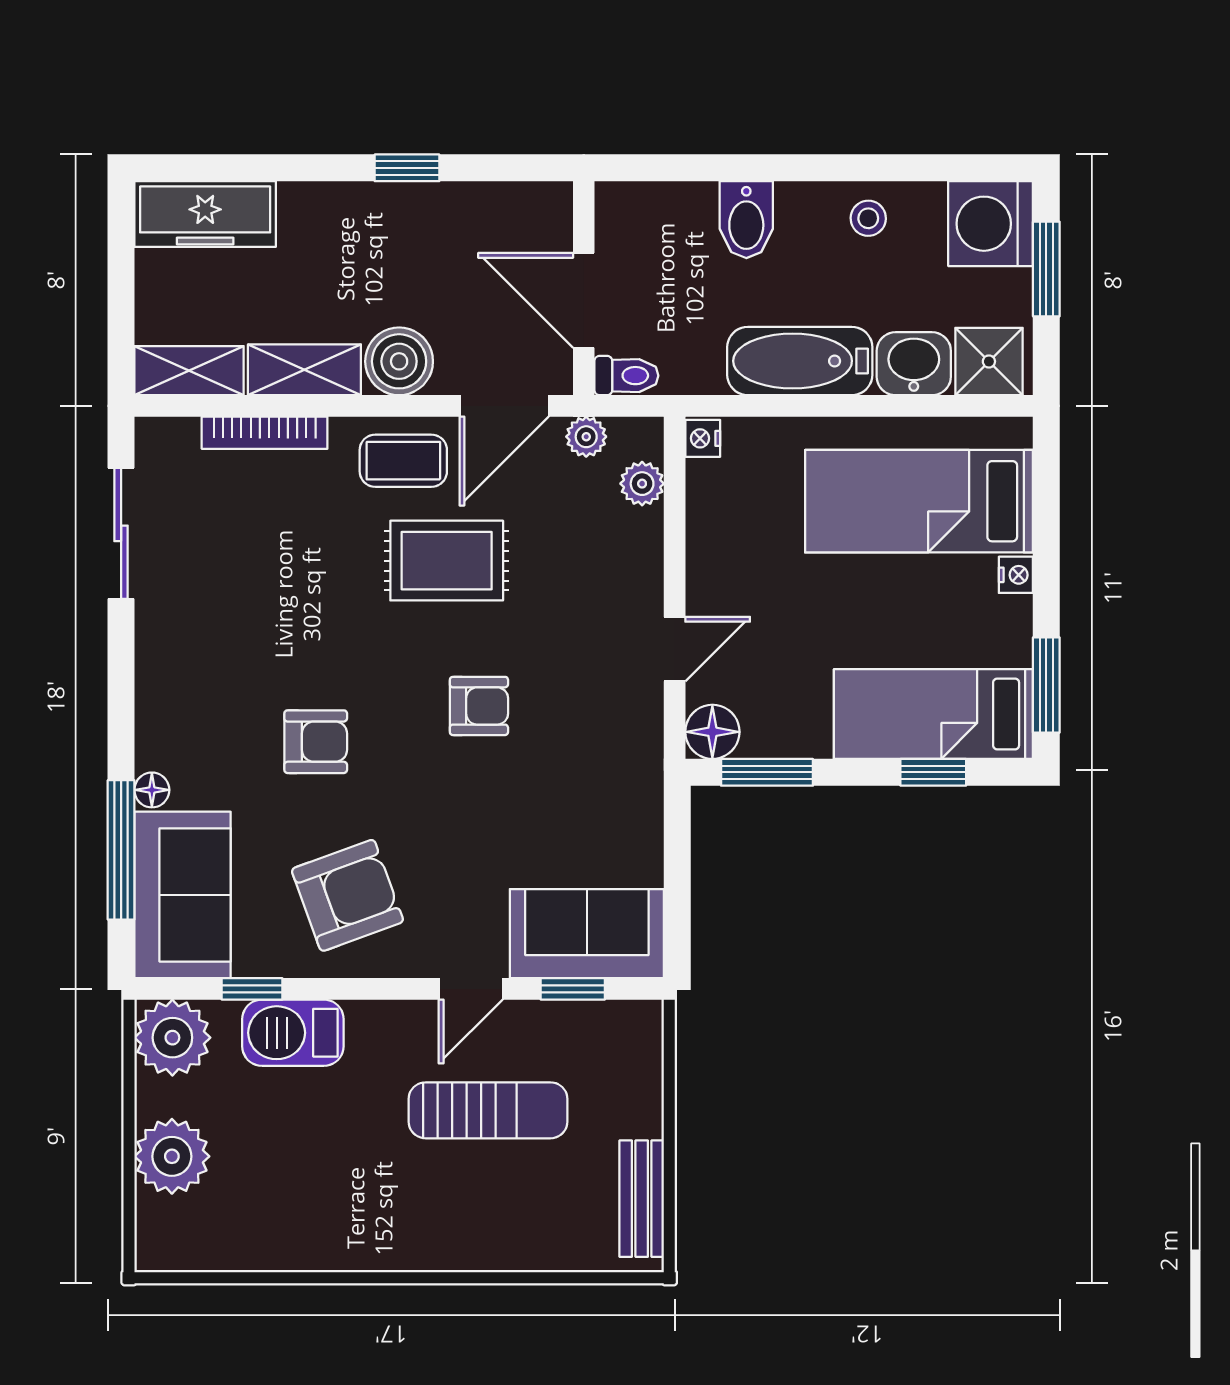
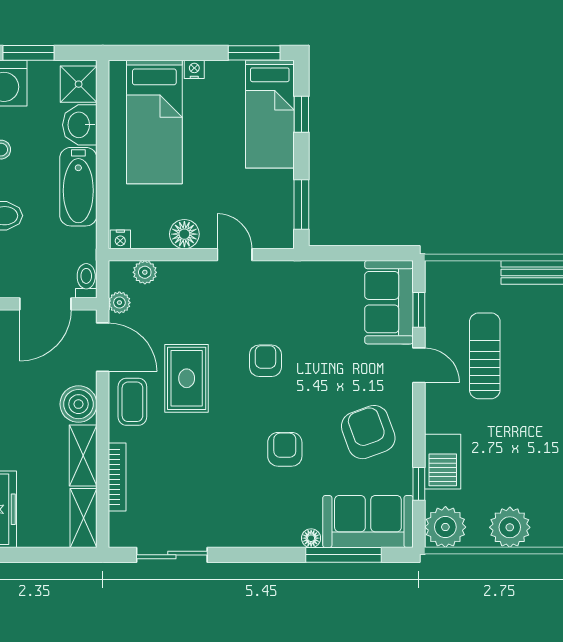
floor lamp: (712, 732) -> (184, 234), moved

